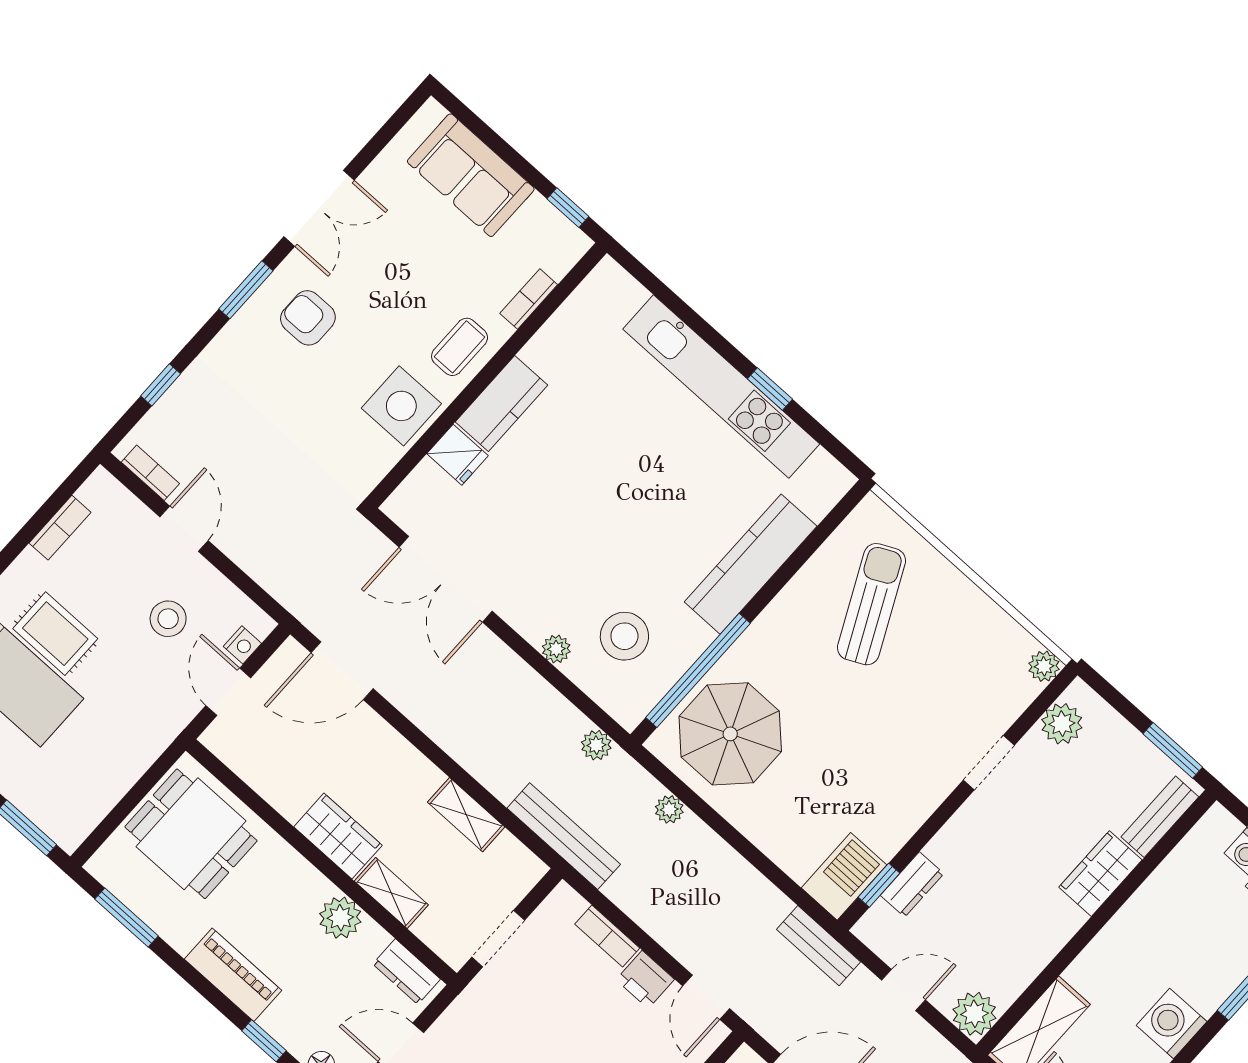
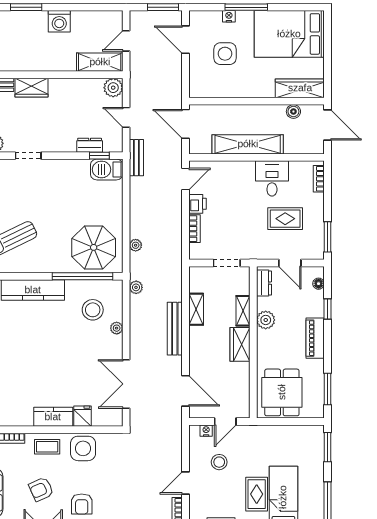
armchair: (396, 271) -> (41, 489), added
double door: (446, 579) -> (126, 384), swing flipped
bench: (564, 836) -> (175, 329), moved

